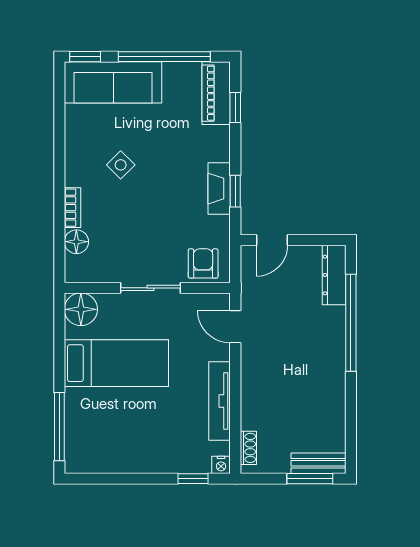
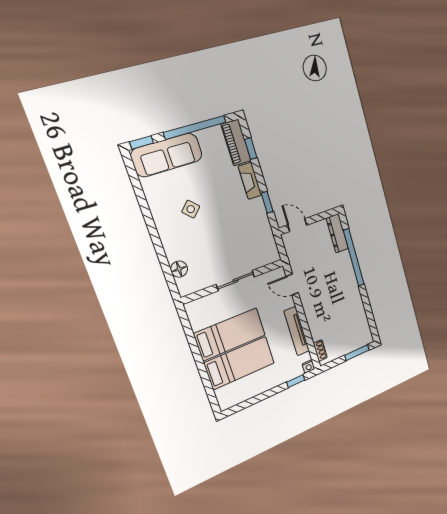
fireplace: (219, 189) -> (250, 181), moved
bookcase: (72, 208) -> (169, 248), removed
door: (272, 240) -> (297, 225), swing flipped
armchair: (203, 263) -> (262, 254), removed
floor lamp: (81, 309) -> (197, 311), removed
bed: (116, 412) -> (240, 363), added
window: (59, 427) -> (208, 387), removed
bench: (318, 463) -> (359, 342), removed

